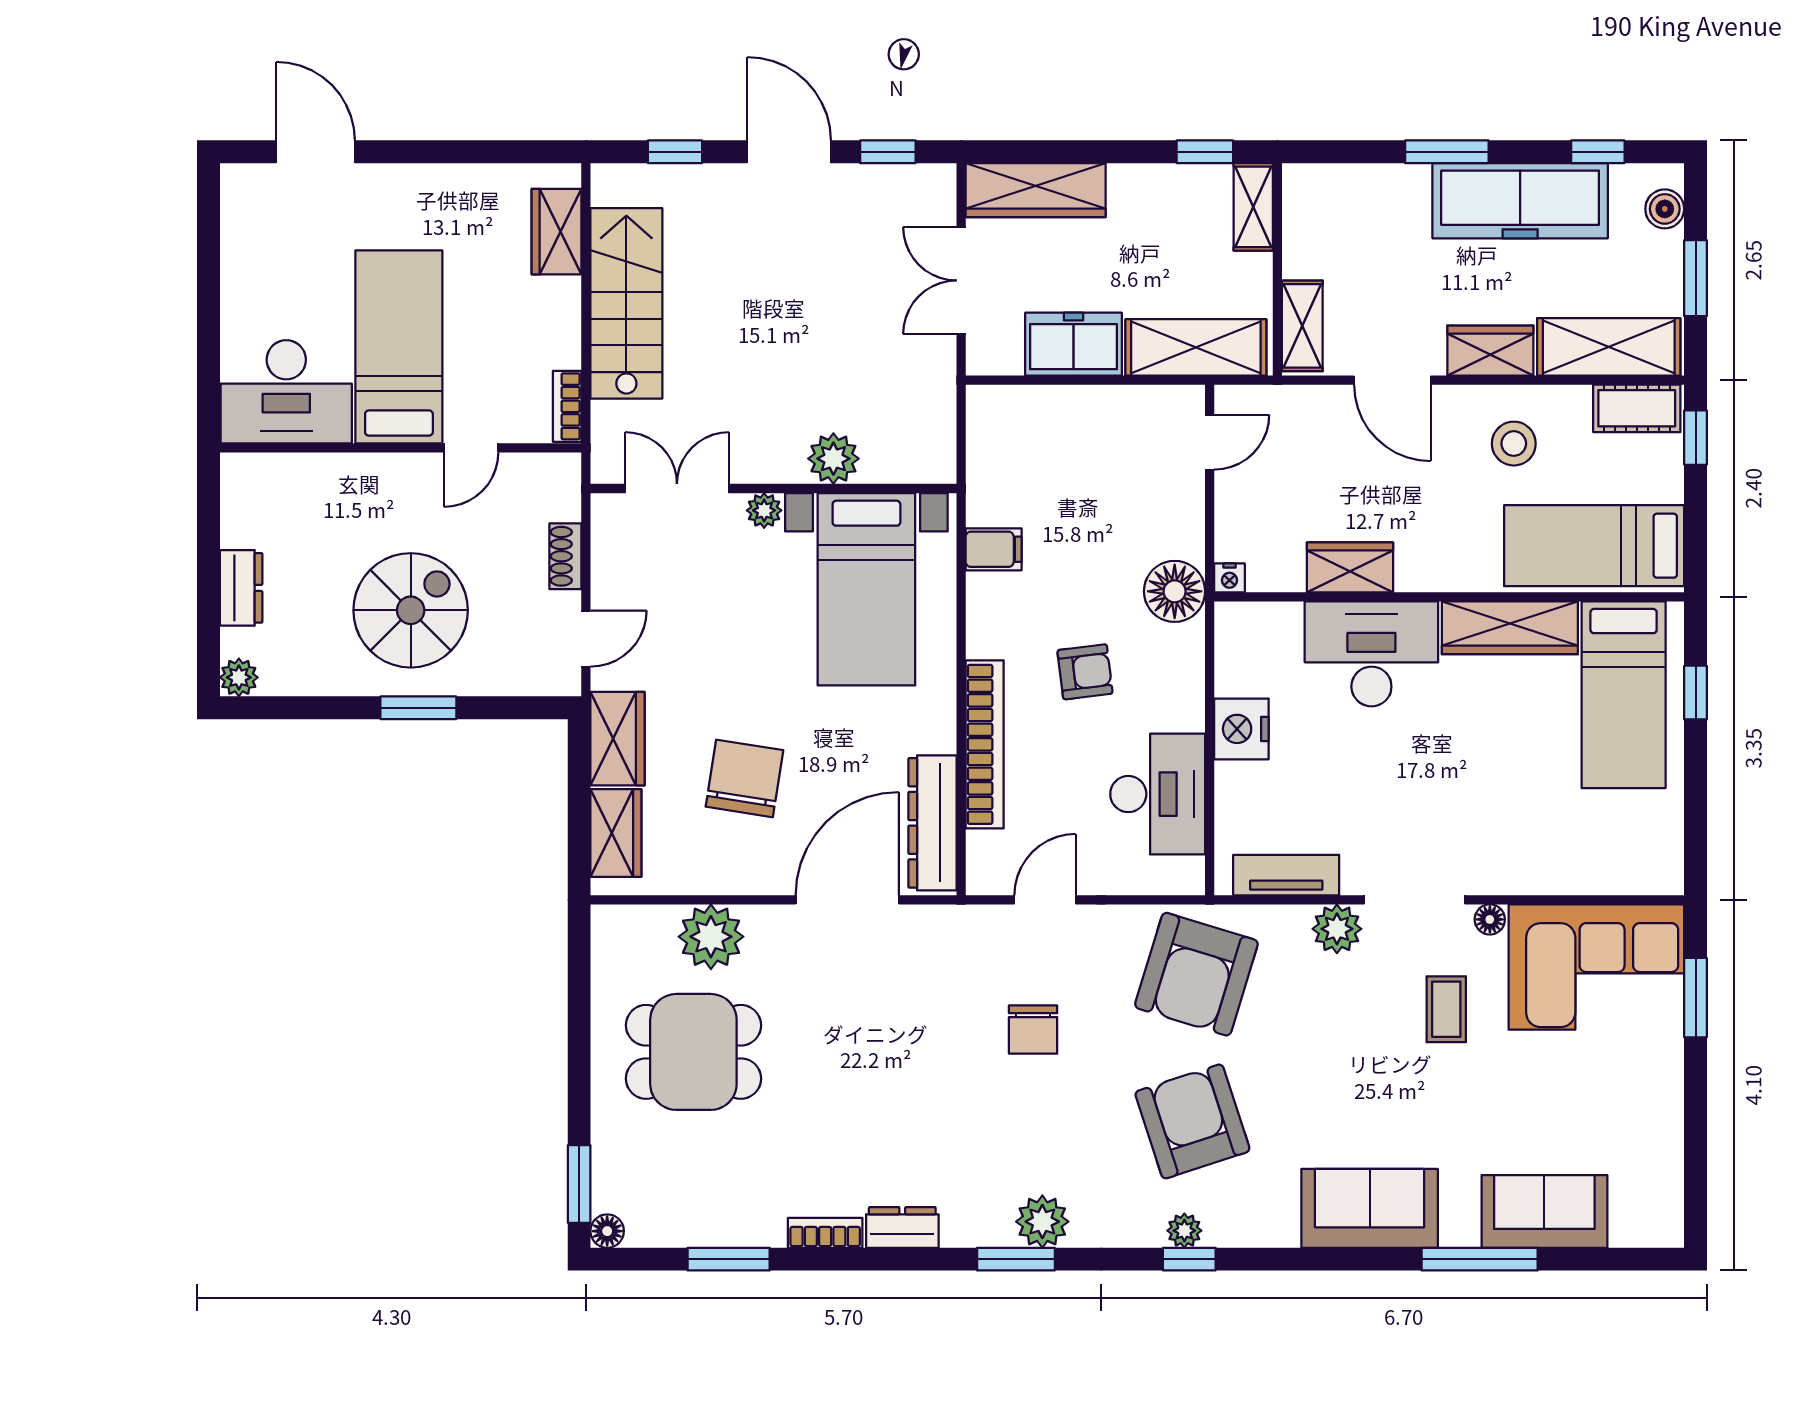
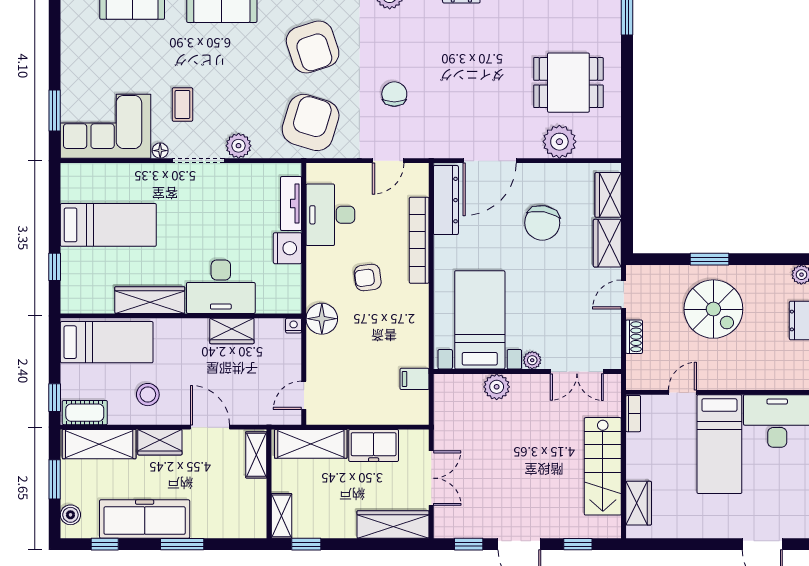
filing cabinet: (994, 549) -> (415, 379), moved
spiral stairs: (411, 610) -> (713, 309), turned -90
bed: (1624, 695) -> (108, 225), moved, turned 90
tv unit: (1286, 875) -> (291, 204), moved, turned 90

